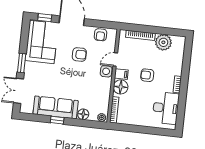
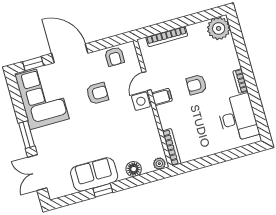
plant: (163, 42) -> (219, 28), moved
floor lamp: (121, 87) -> (168, 114), removed
sofa: (56, 107) -> (94, 174), width x0.73

